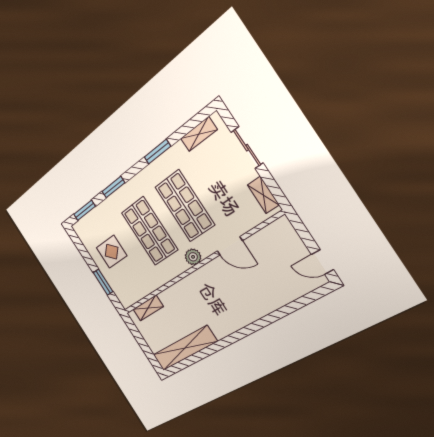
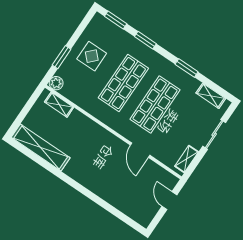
plant: (193, 257) -> (56, 83), moved
door: (322, 262) -> (169, 201), moved

